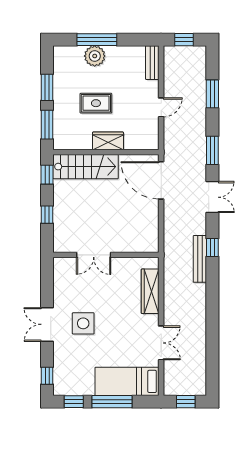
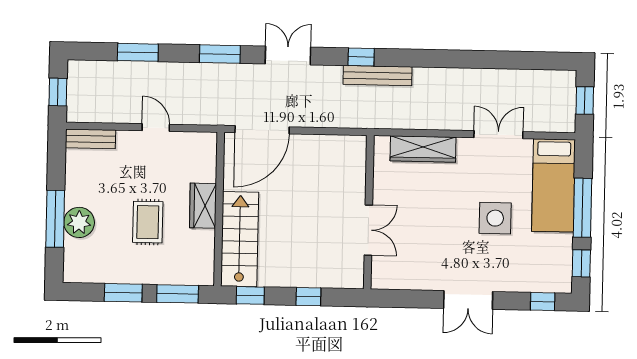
side table: (83, 323) -> (495, 218), moved

